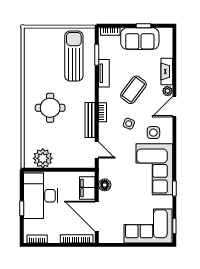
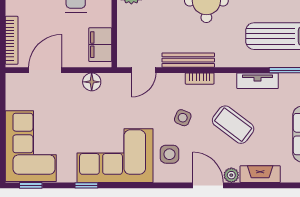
filing cabinet: (87, 188) -> (100, 45), moved, turned -90
door: (97, 216) -> (45, 70), width x0.73

